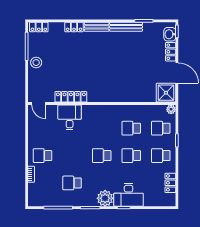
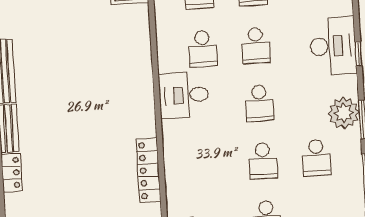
desk: (70, 117) -> (184, 95), moved
school desk: (72, 156) -> (263, 161), added
plant: (105, 198) -> (344, 113), moved

